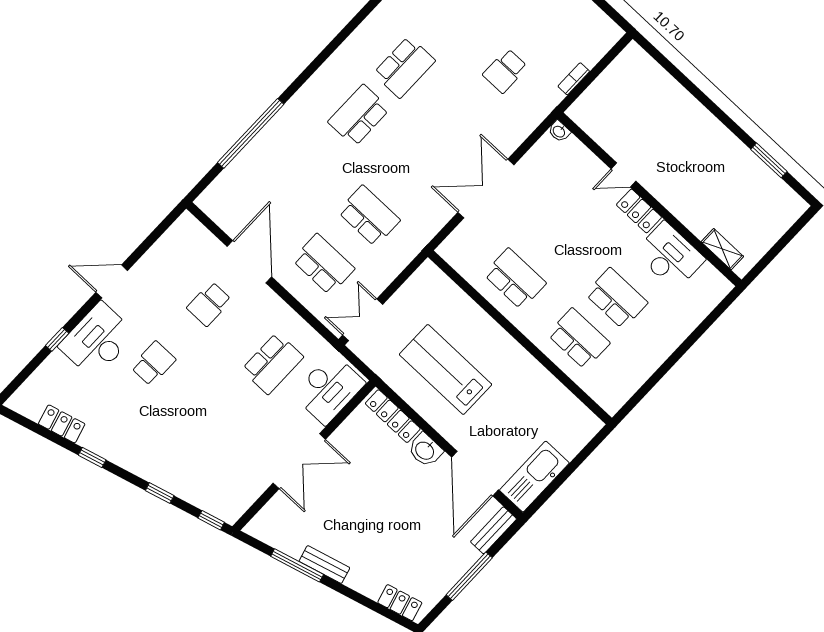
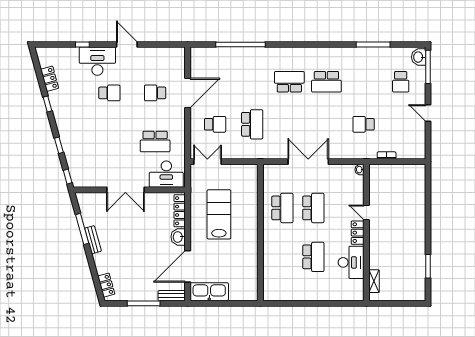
school desk: (323, 264) -> (215, 124), width x0.54
school desk: (579, 339) -> (313, 208), moved

